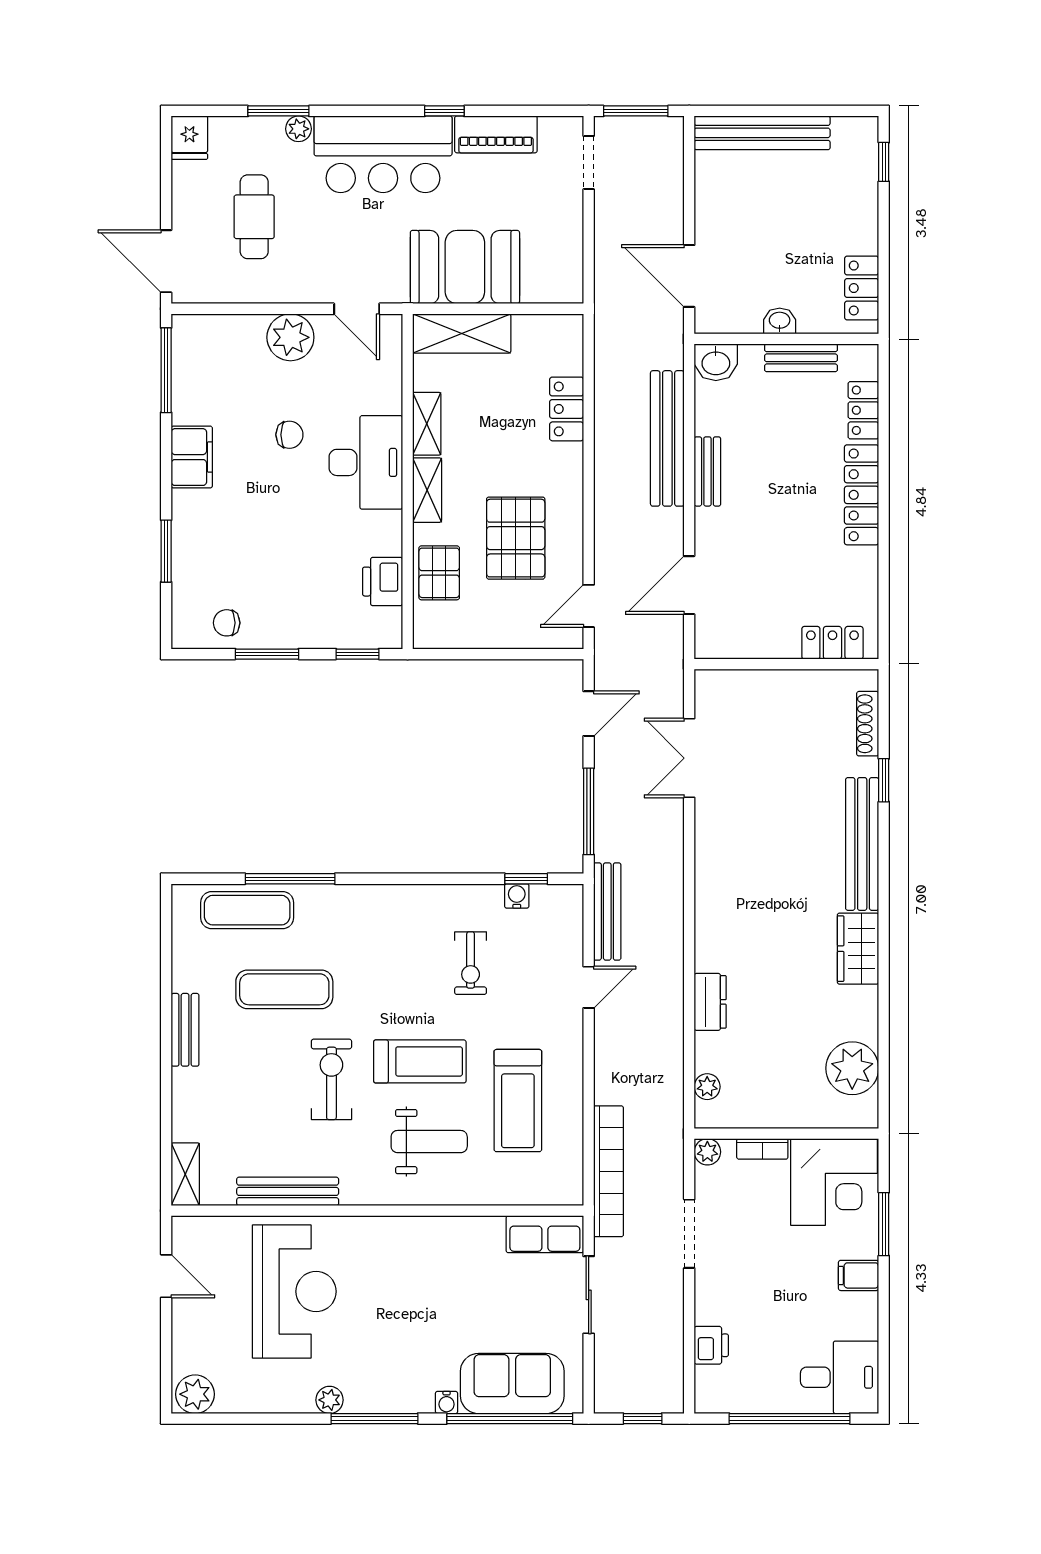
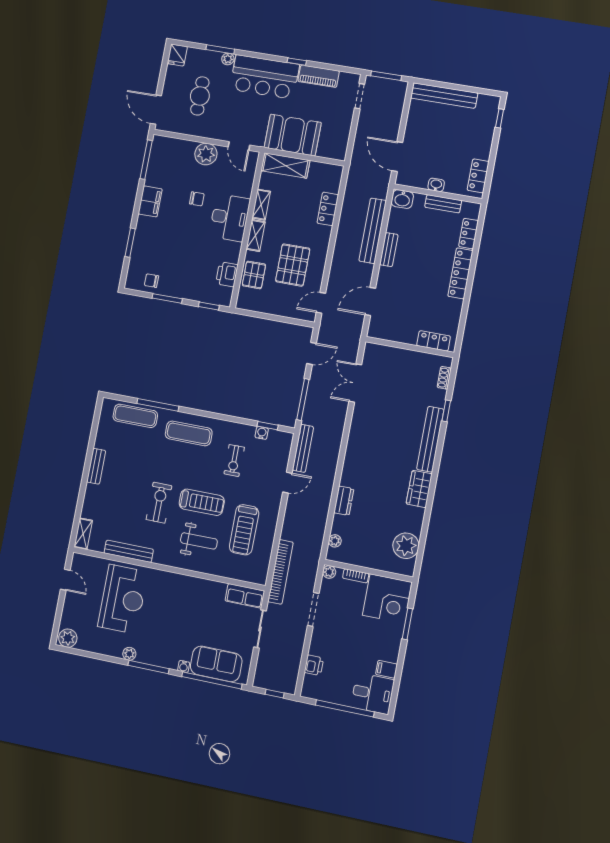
shoe rack: (868, 724) -> (444, 378), width x0.70
exercise mat: (284, 989) -> (189, 433), moved
filing cabinet: (859, 1275) -> (386, 669), moved

